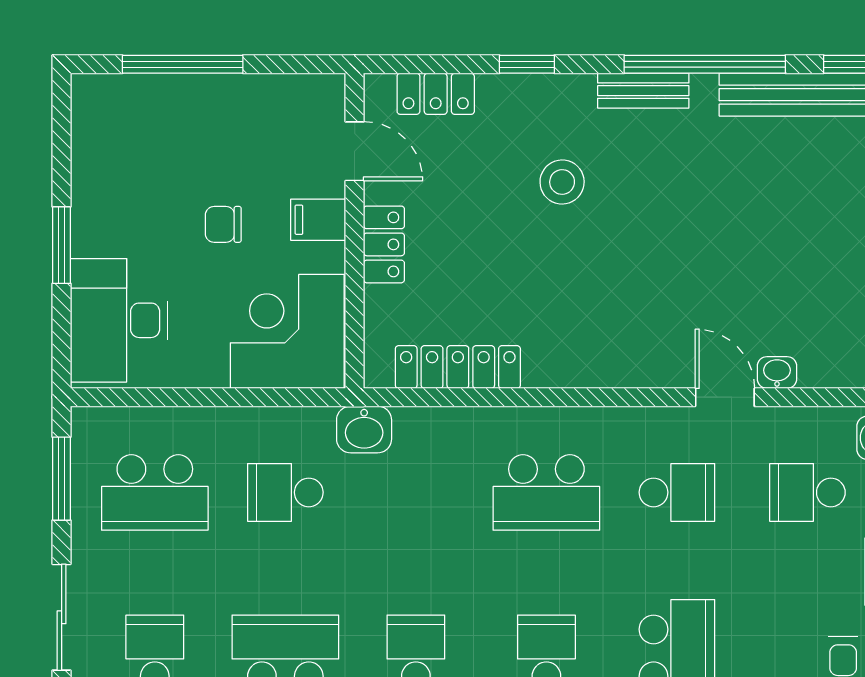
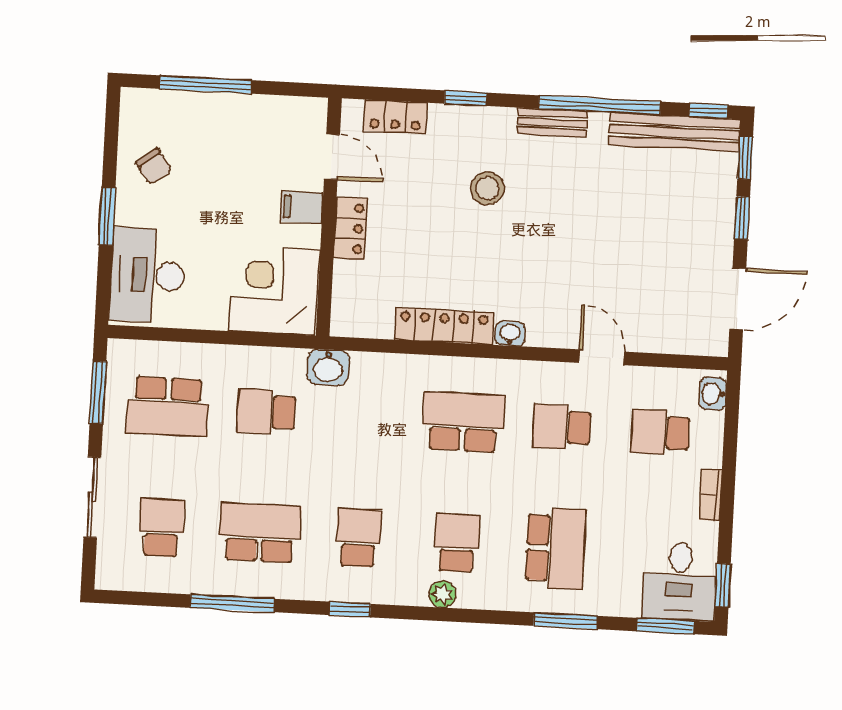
chair: (223, 224) -> (154, 166), moved, turned -127
locker: (458, 367) -> (444, 326), moved
washbasin: (777, 373) -> (510, 334), moved
school desk: (546, 492) -> (463, 422), turned 180
school desk: (677, 492) -> (562, 427), turned 180

